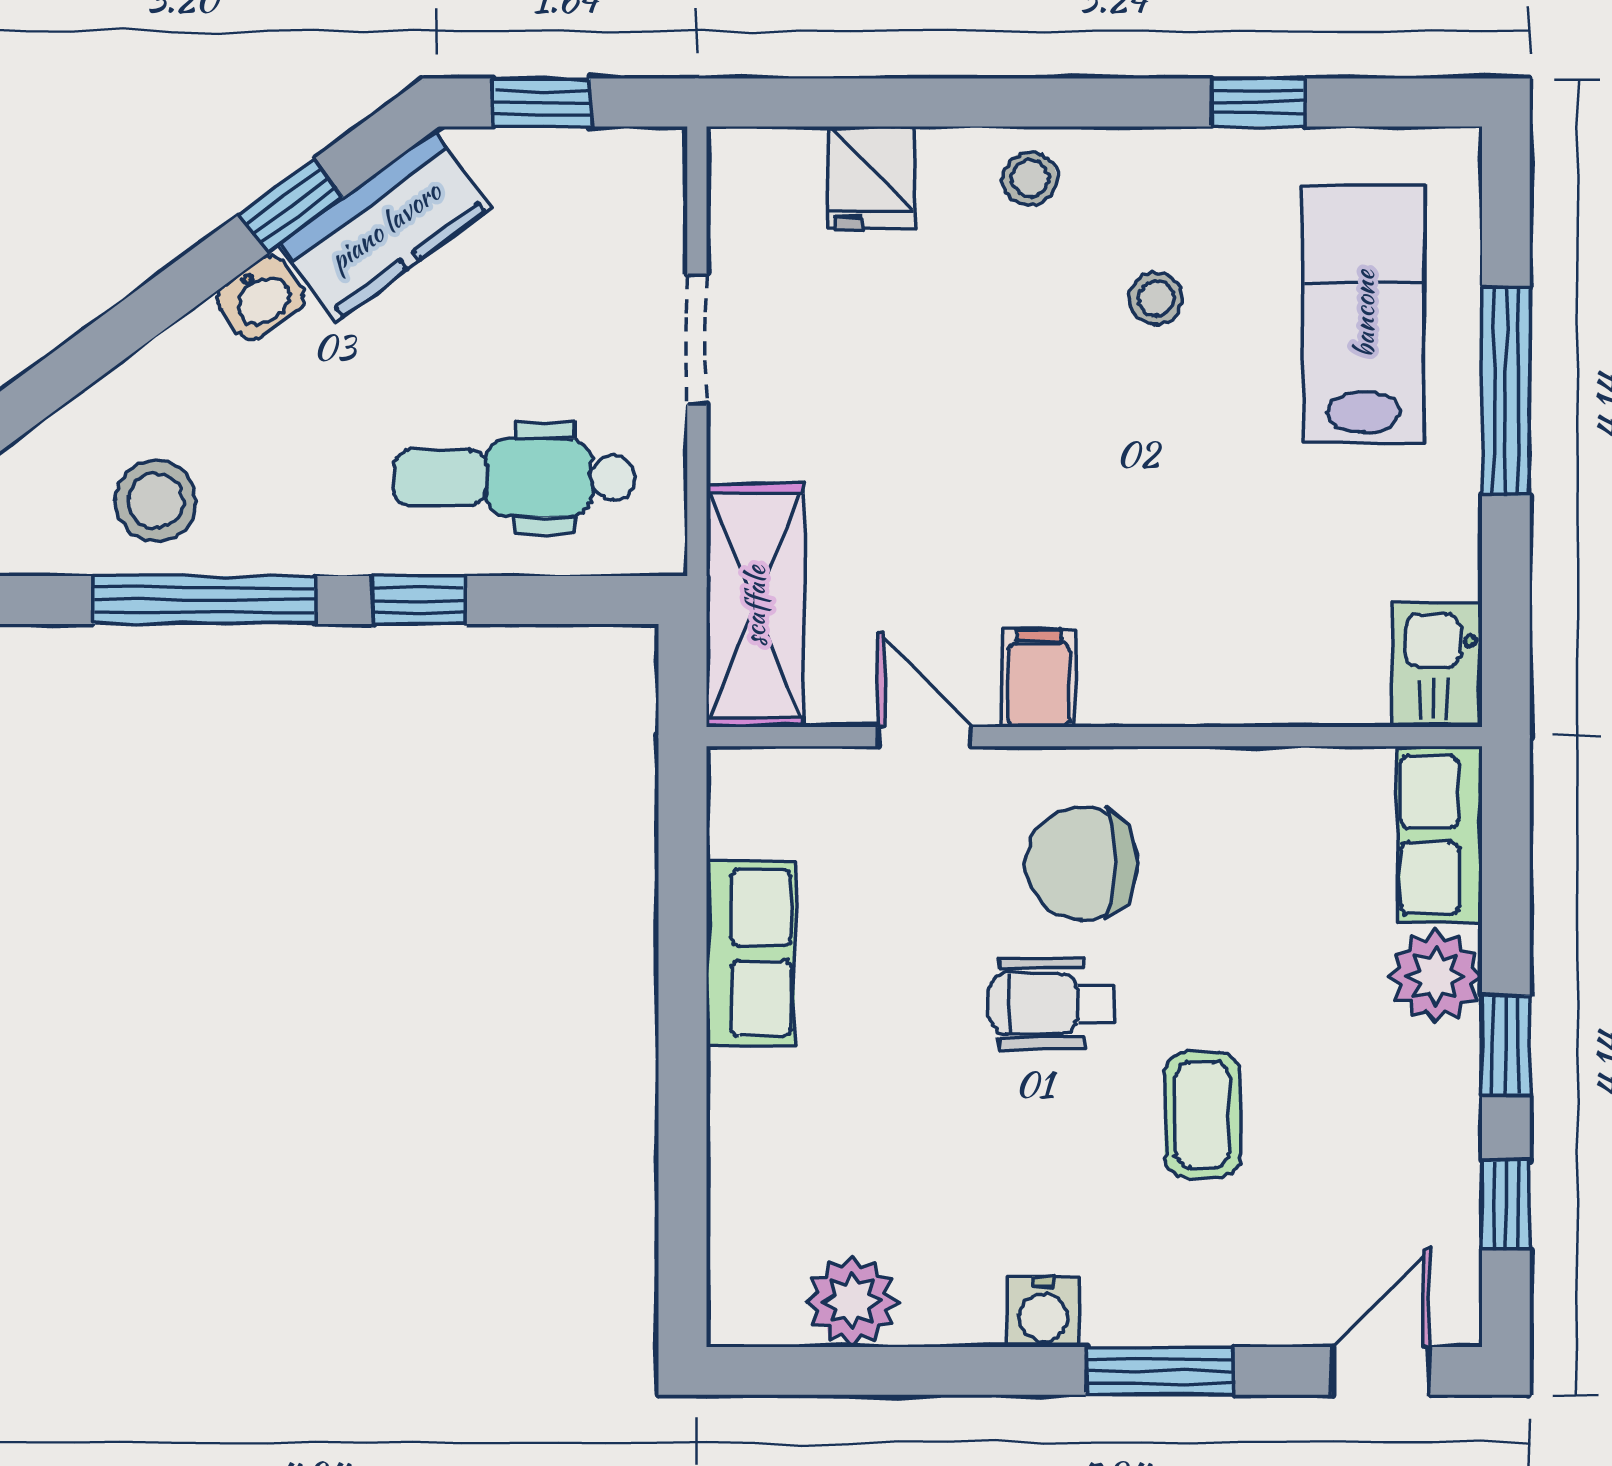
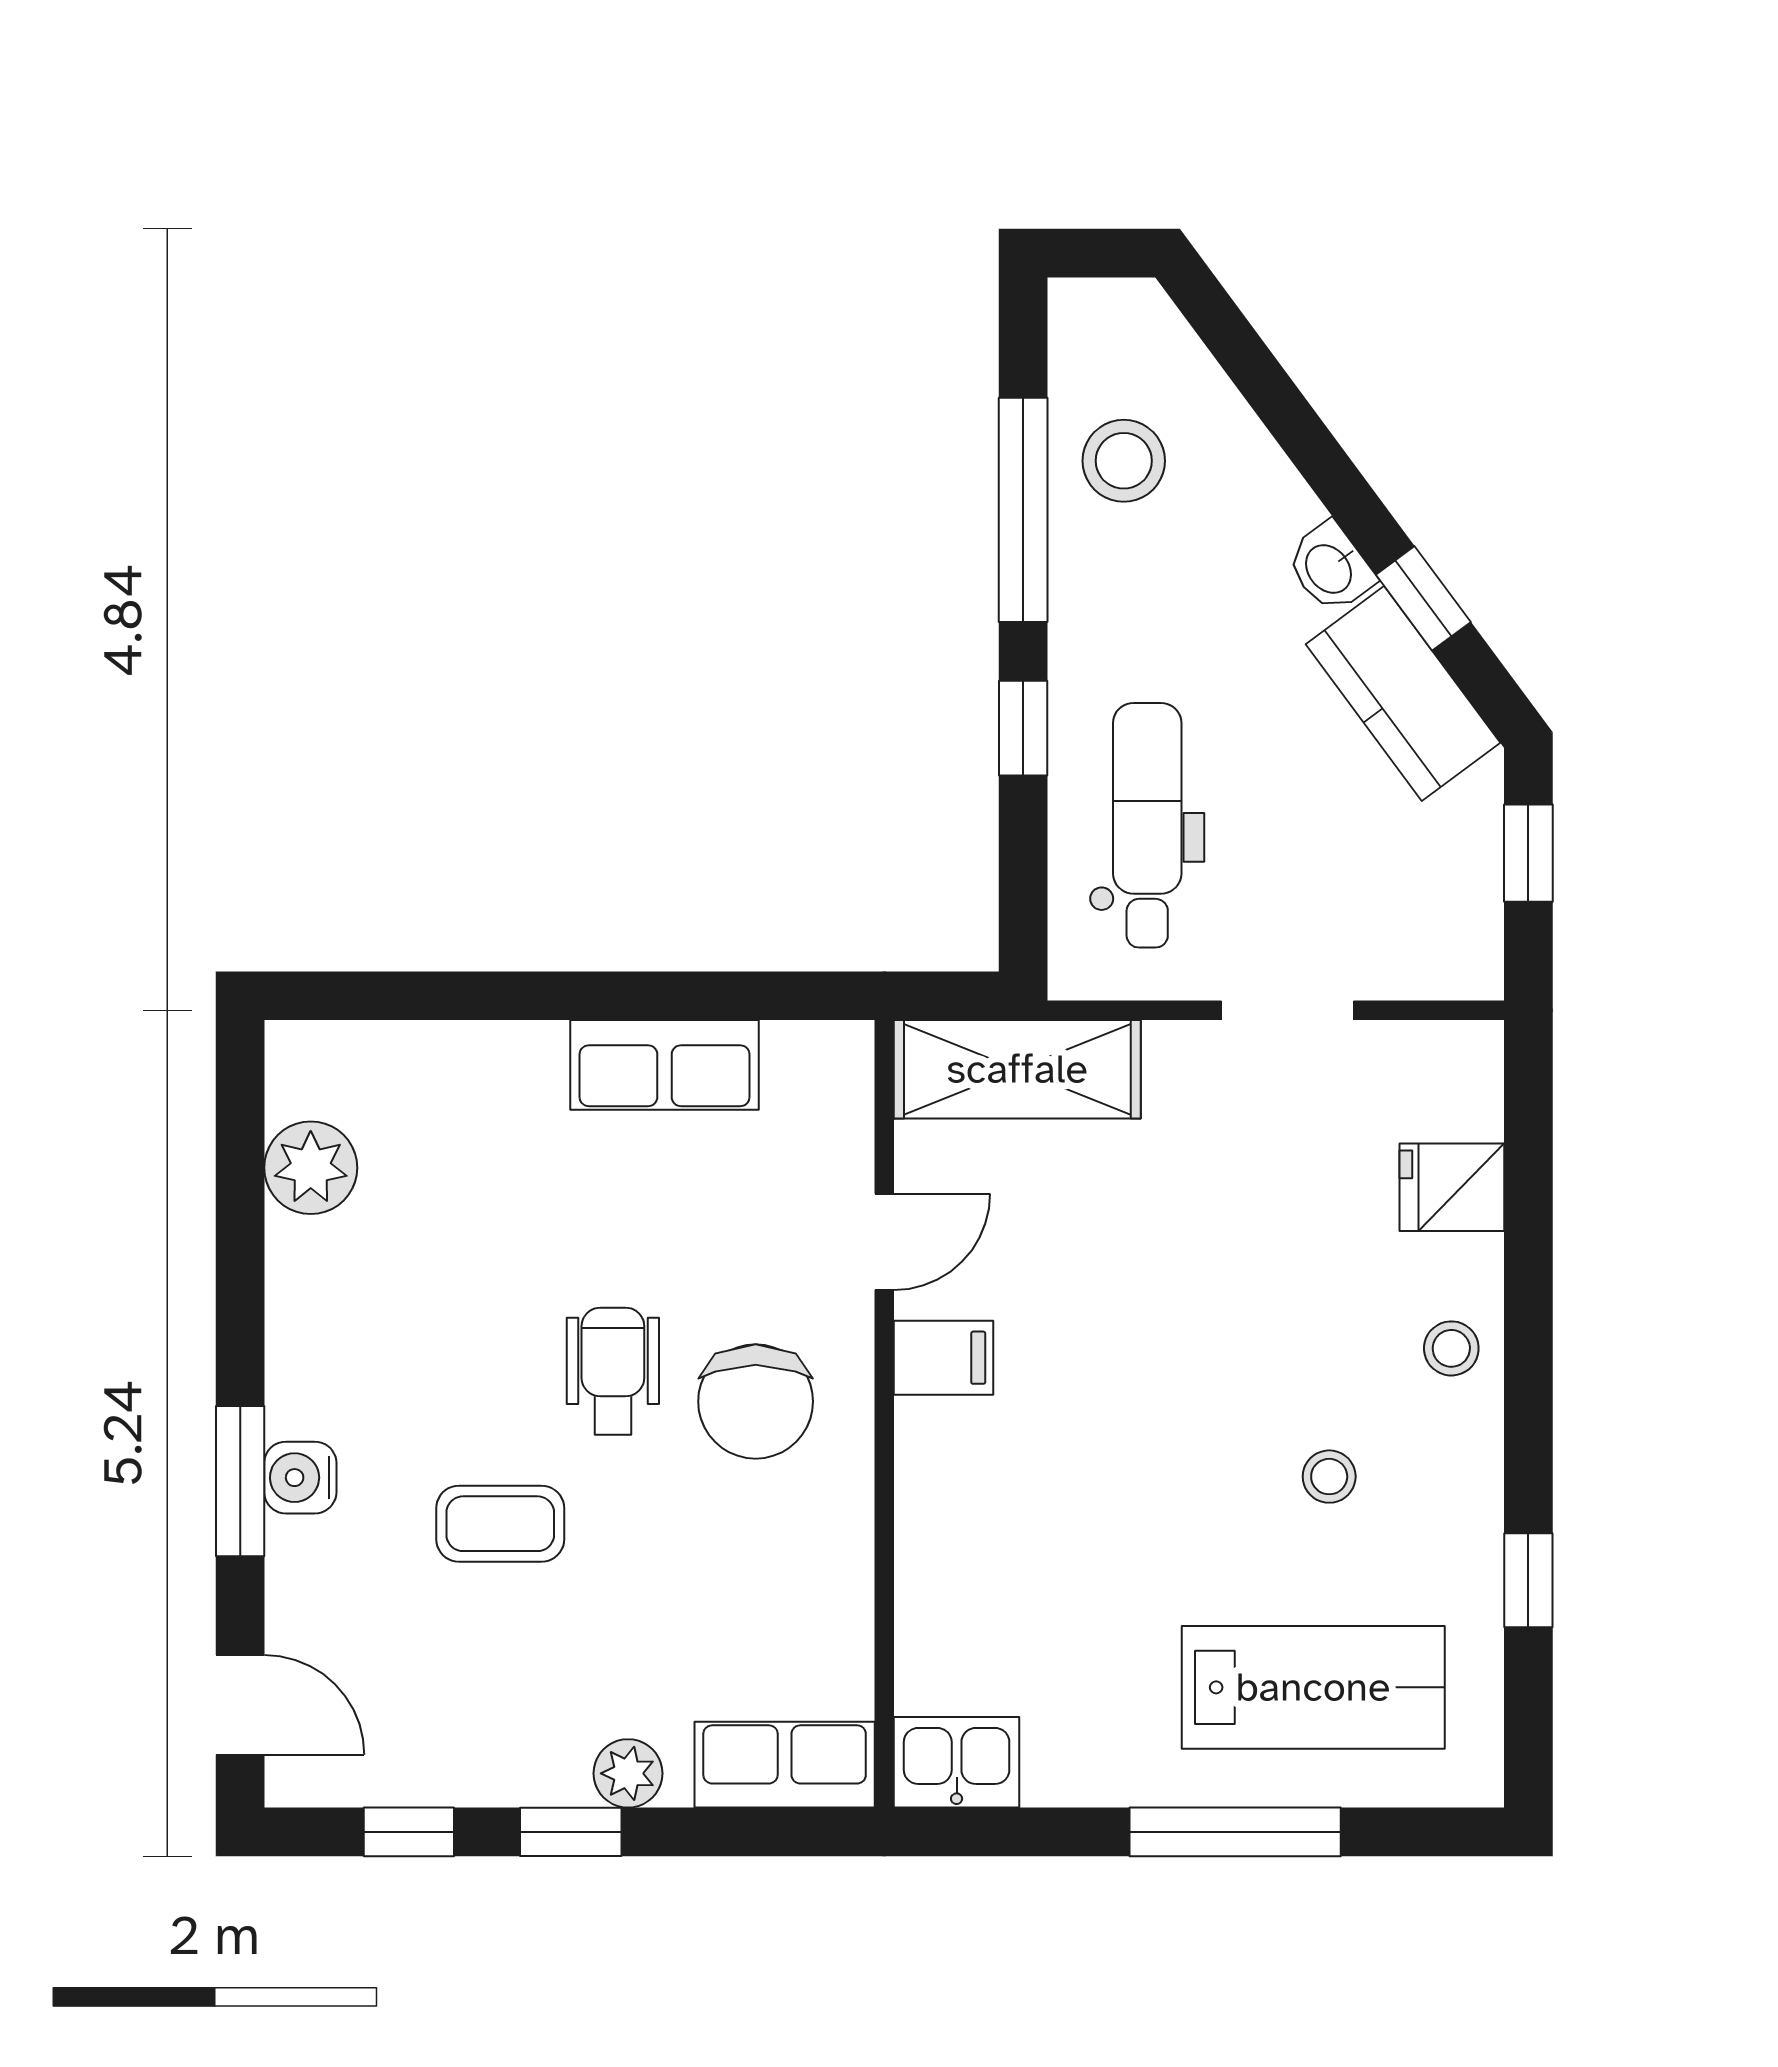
chair: (1082, 863) -> (756, 1401), turned 180
plant: (1436, 976) -> (628, 1773), width x0.73, depth x0.73
water cooler: (1044, 1312) -> (300, 1478), moved

